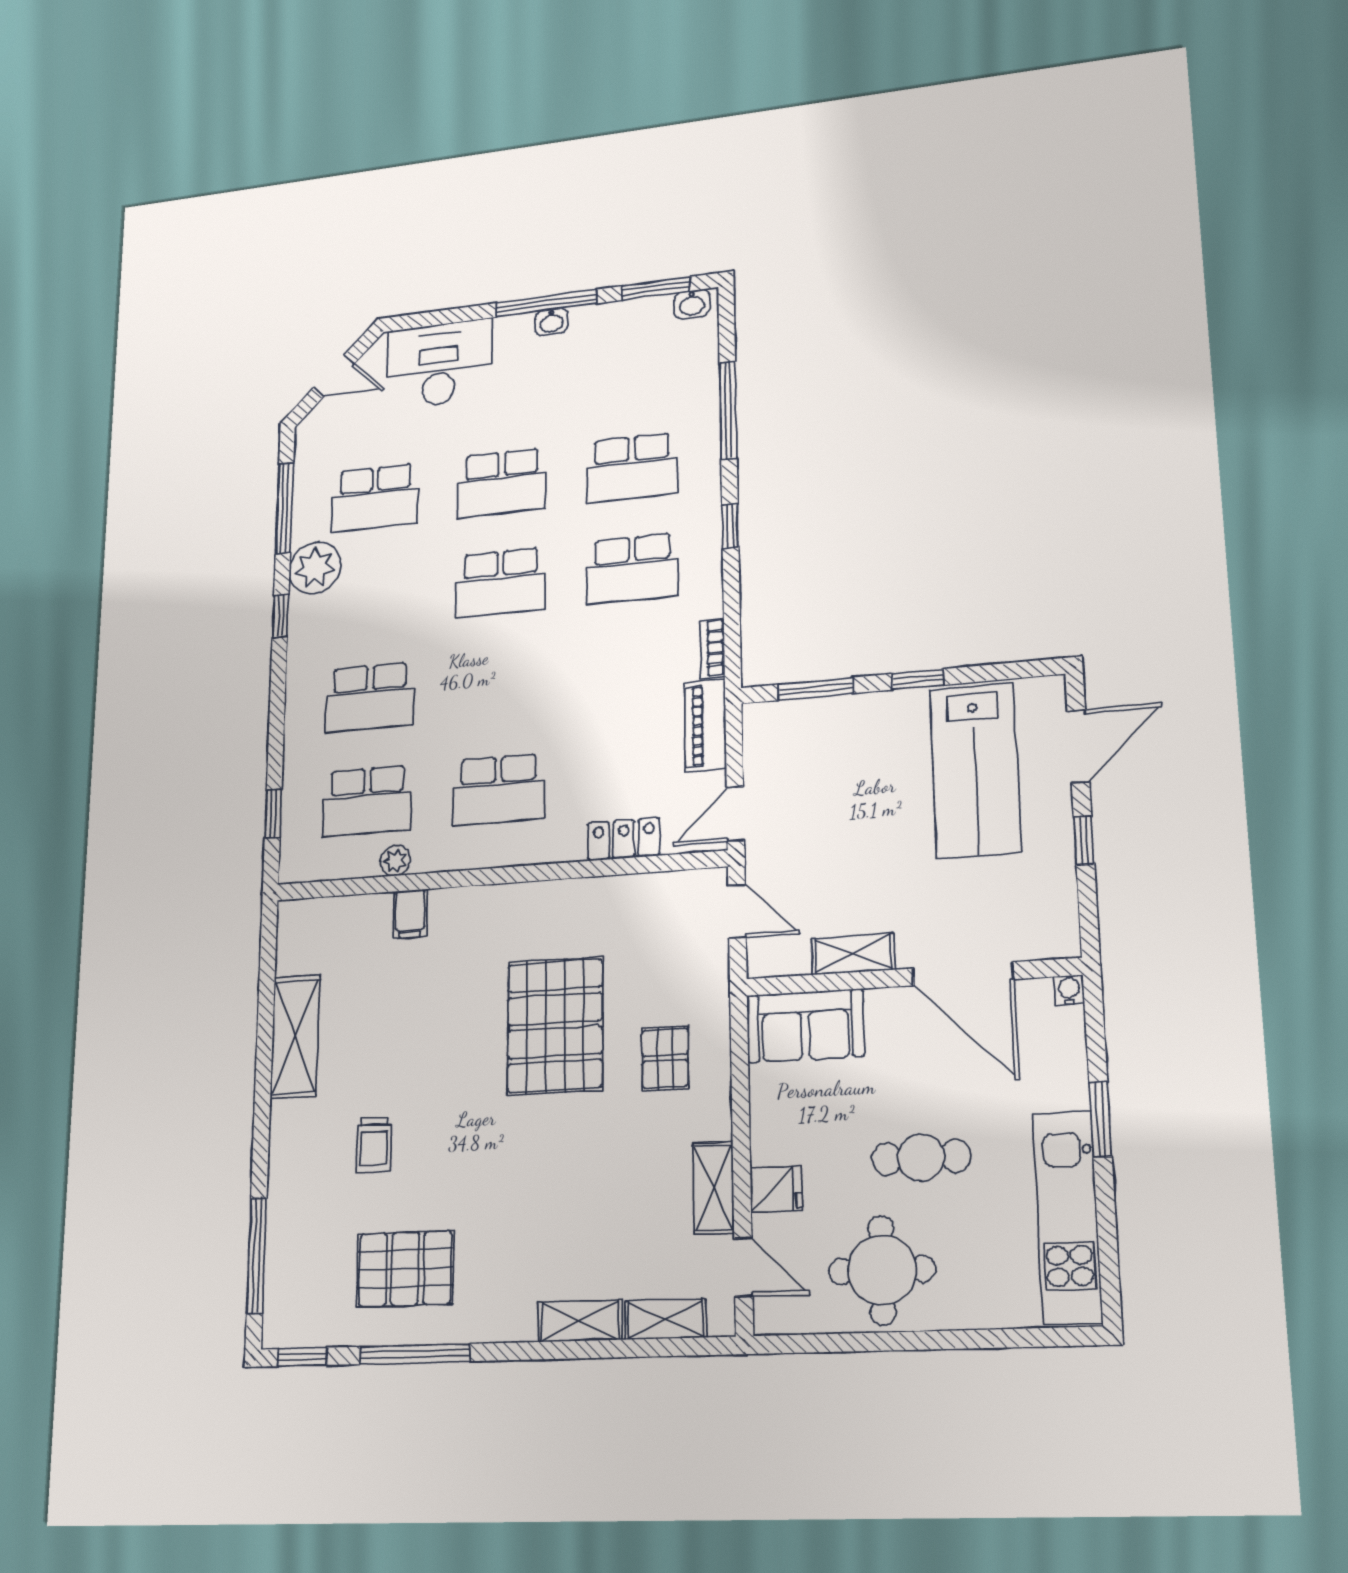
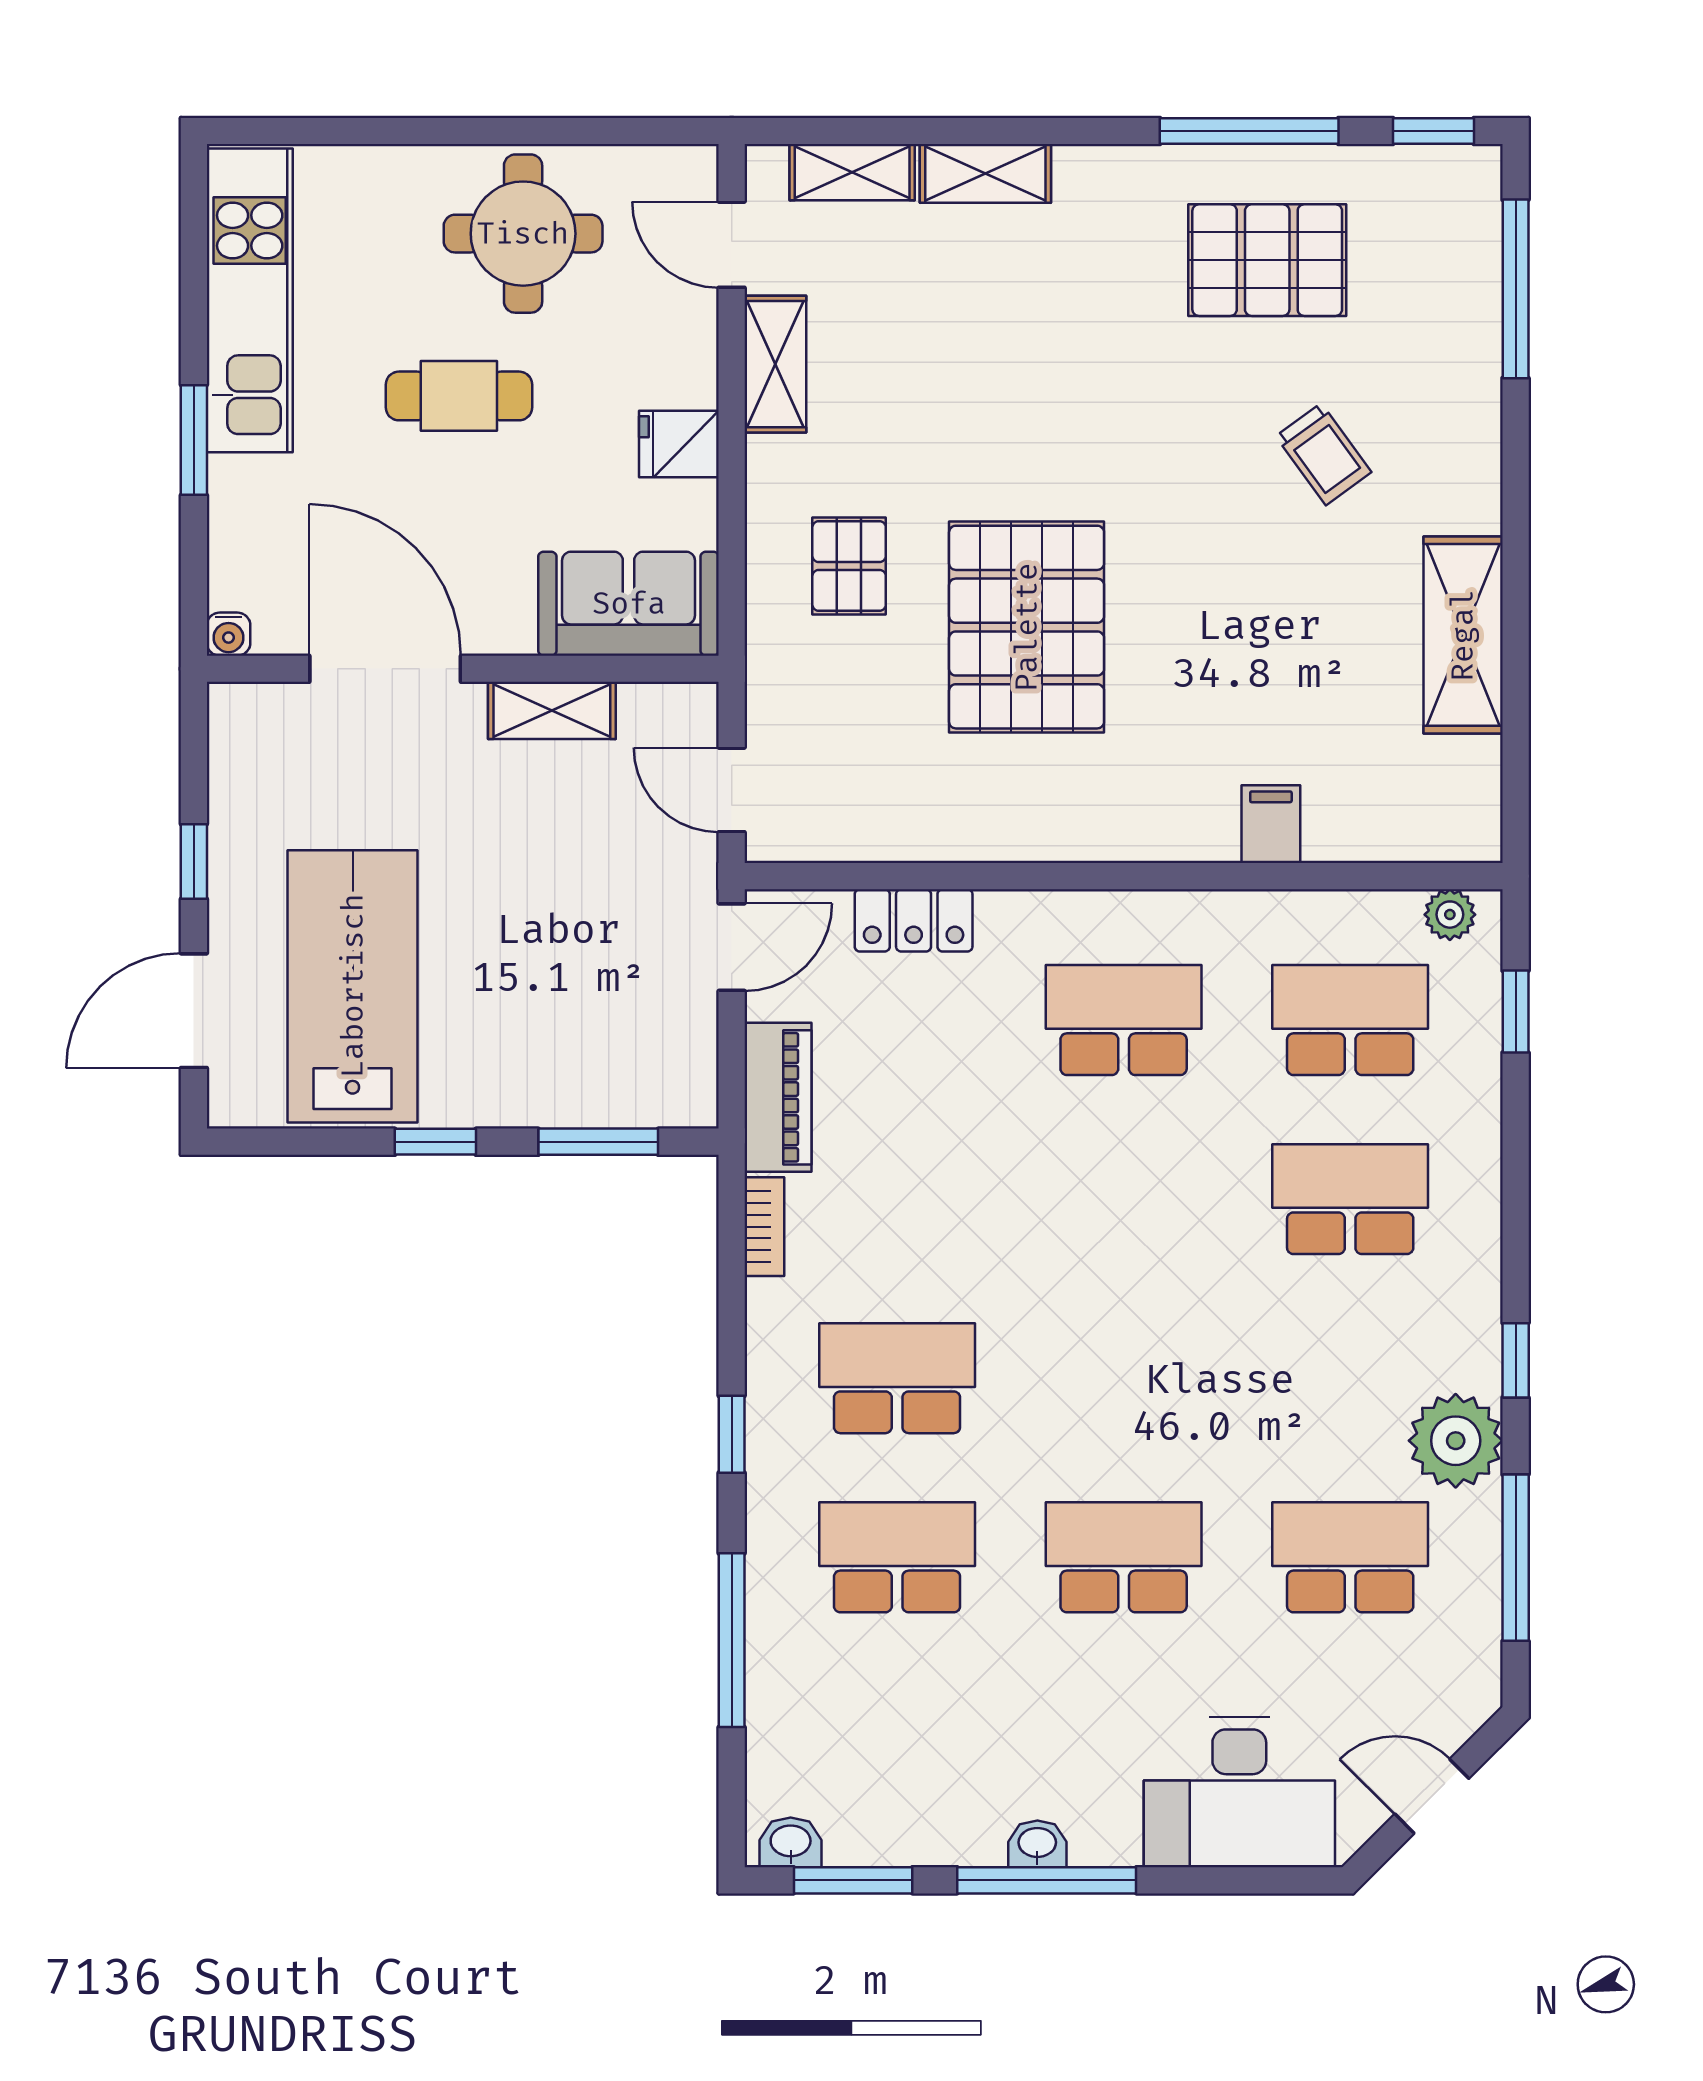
school desk: (501, 583) -> (1124, 1378), removed
plant: (395, 861) -> (1450, 915), moved
trolley: (374, 1145) -> (1324, 454), turned 144
fridge: (776, 1189) -> (679, 444), moved

